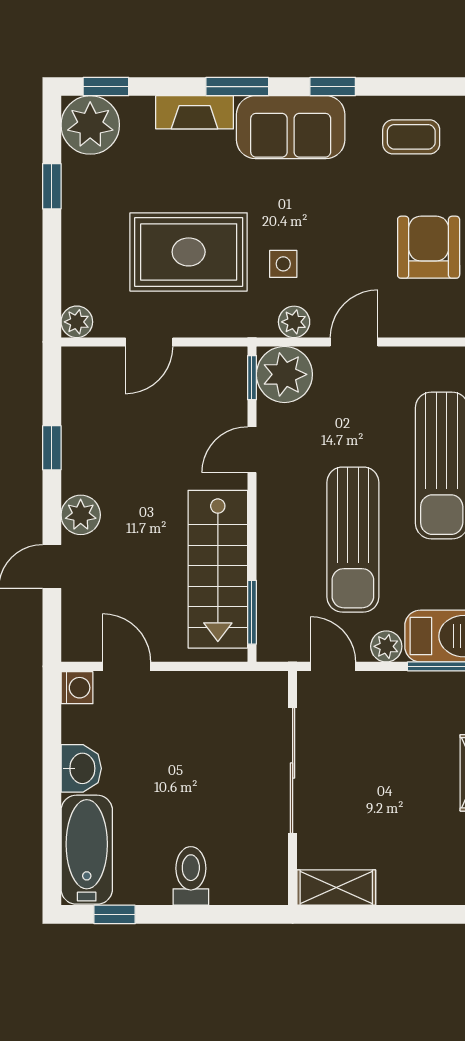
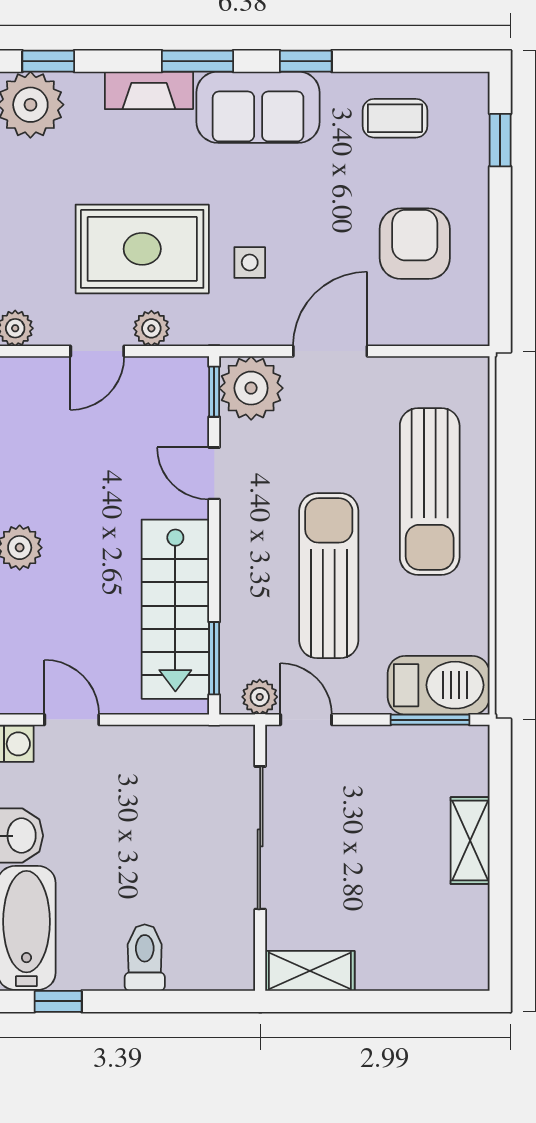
plant: (294, 322) -> (151, 328), moved
door: (354, 342) -> (330, 351), width x1.38
door: (252, 450) -> (214, 473), hinge flipped
sun lounger: (353, 540) -> (329, 576), turned 180
plant: (386, 646) -> (260, 697), moved

